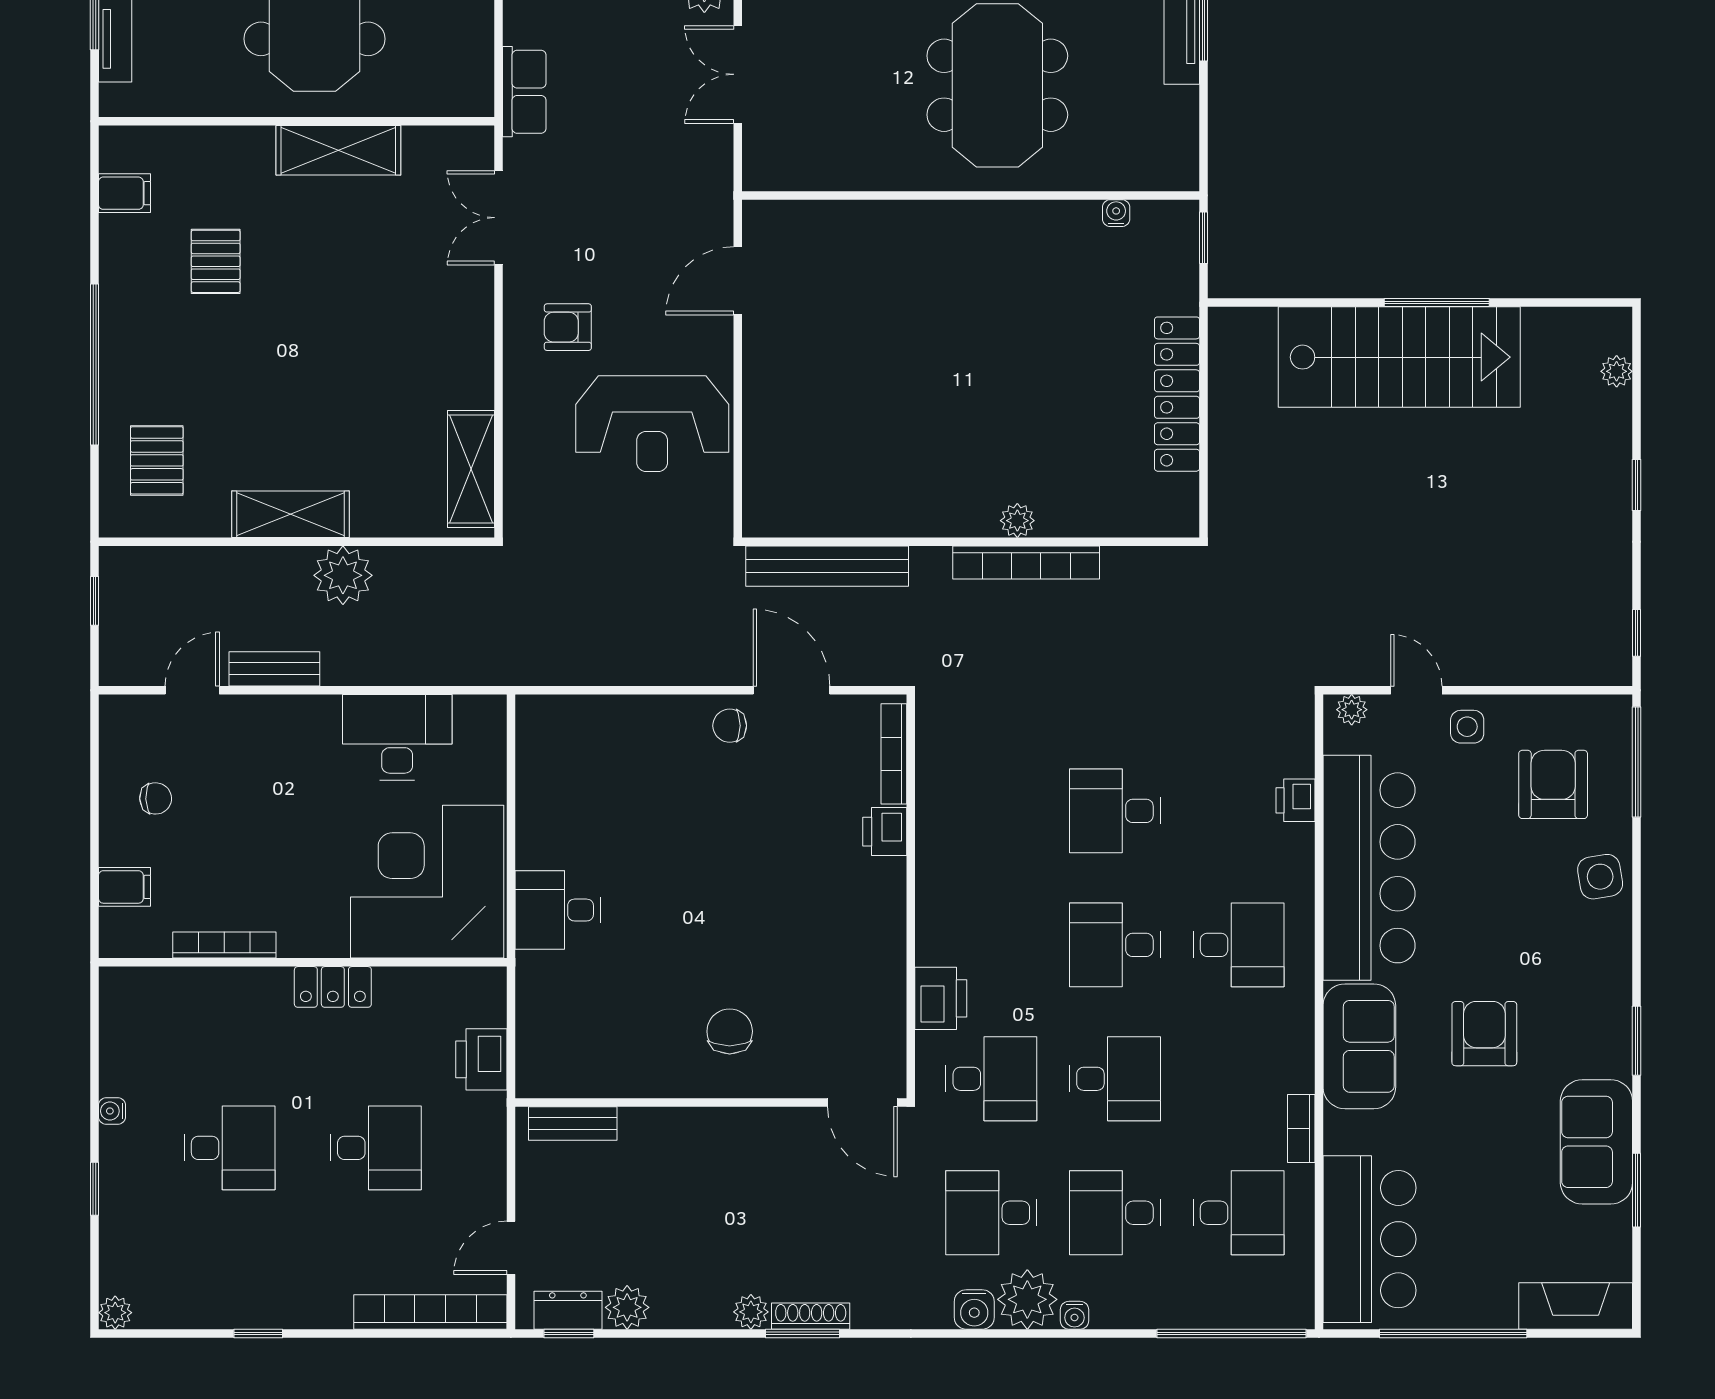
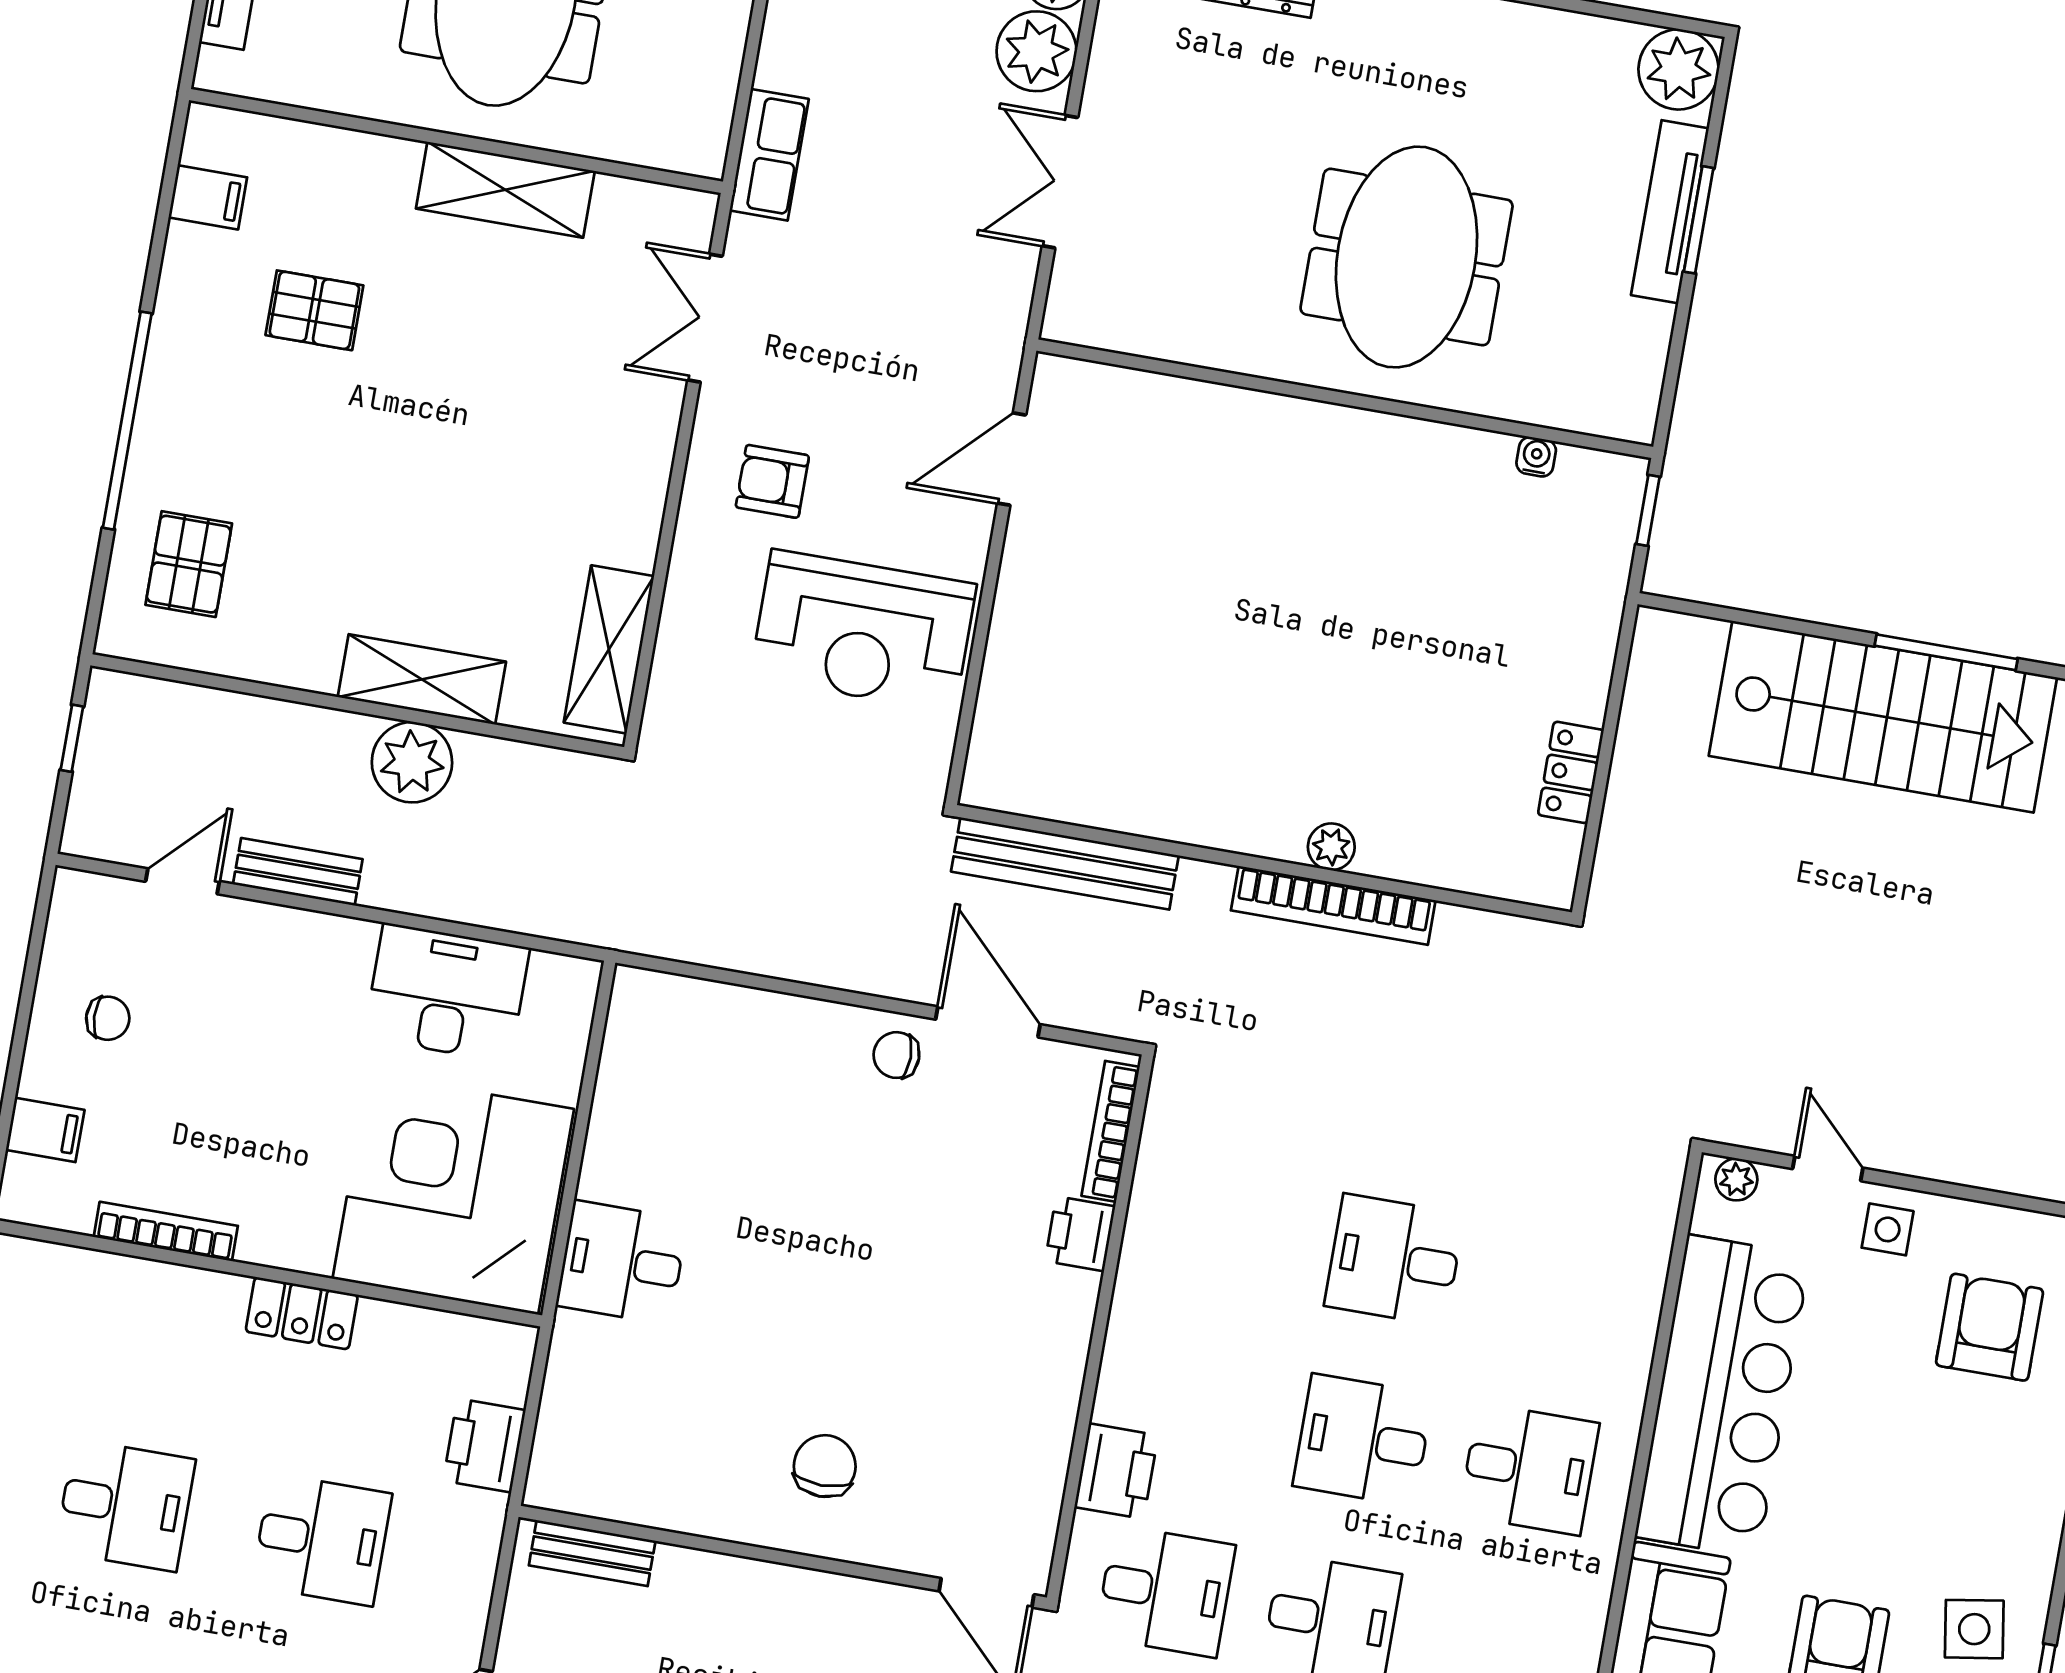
pallet: (216, 261) -> (314, 310), turned 90
locker: (1177, 394) -> (1571, 772), width x0.46, depth x0.83
shelving: (291, 514) -> (422, 679), moved
printer: (1296, 800) -> (1640, 1288), removed
side table: (1600, 877) -> (1974, 1629), moved

